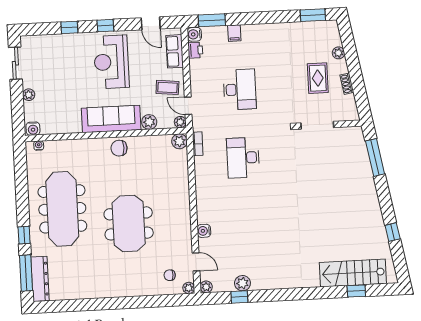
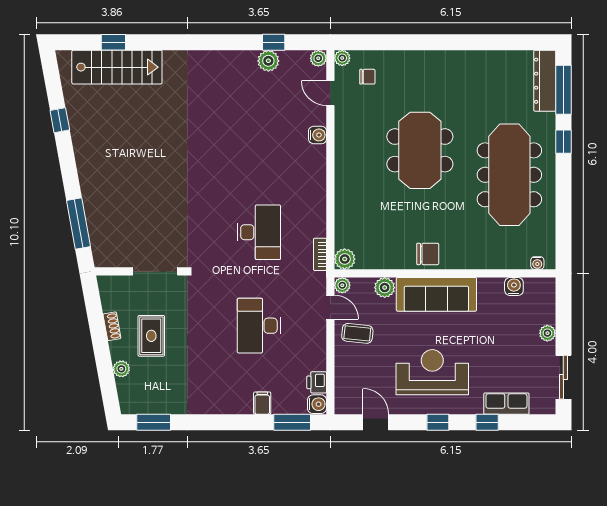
row of seats: (175, 51) -> (506, 404), moved, turned -90
reception desk: (111, 62) -> (432, 372), turned -90
water cooler: (33, 129) -> (514, 286), moved

